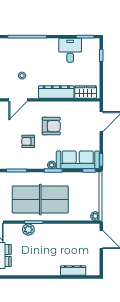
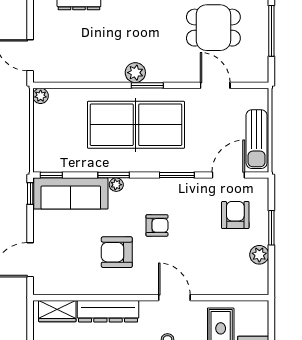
door: (18, 100) -> (174, 298), hinge flipped
plant: (28, 230) -> (135, 73), moved

